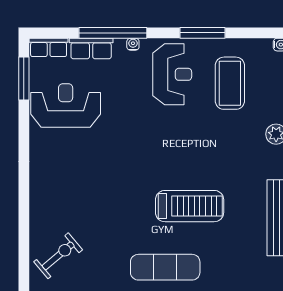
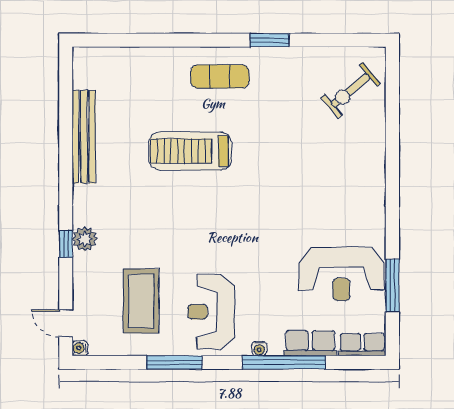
window: (24, 78) -> (392, 286), moved
exercise mat: (165, 267) -> (220, 76), width x0.73, depth x0.69

